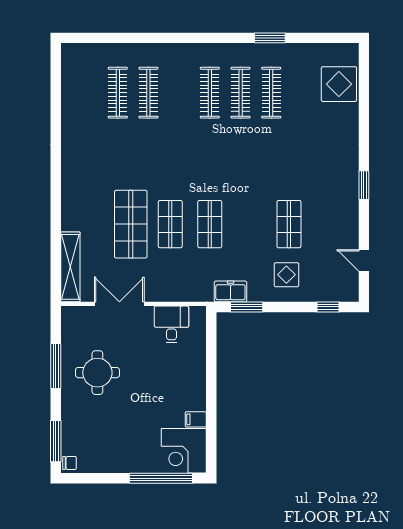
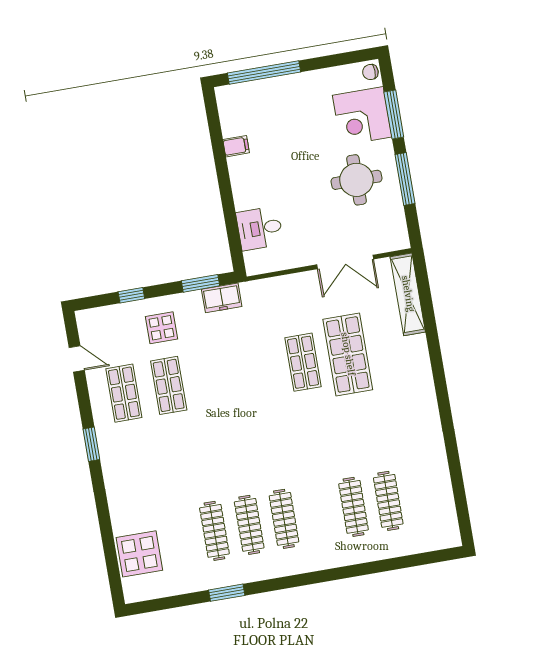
shop shelf: (210, 224) -> (124, 393), moved
window: (328, 307) -> (131, 295), moved
desk: (172, 324) -> (260, 228), moved, turned 90
window: (56, 441) -> (394, 115), moved
corner desk: (184, 451) -> (362, 116), moved, turned 180

